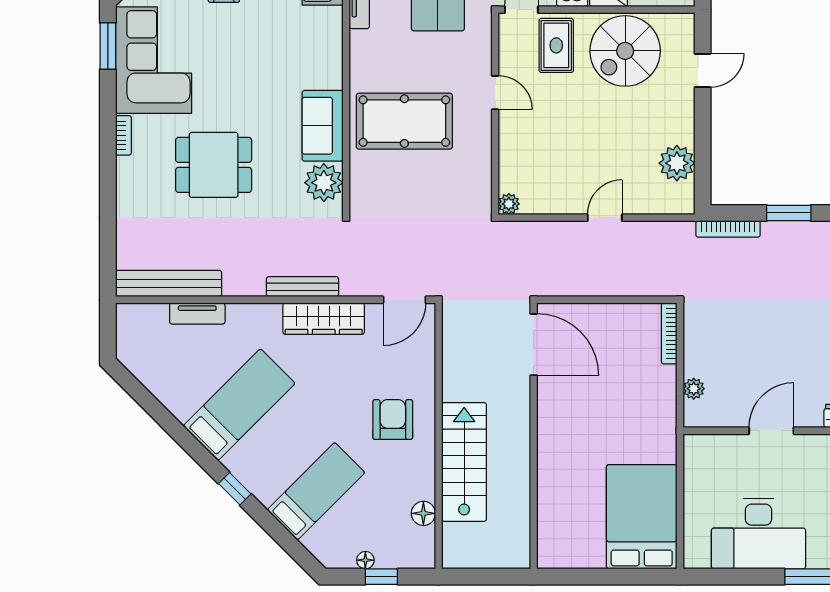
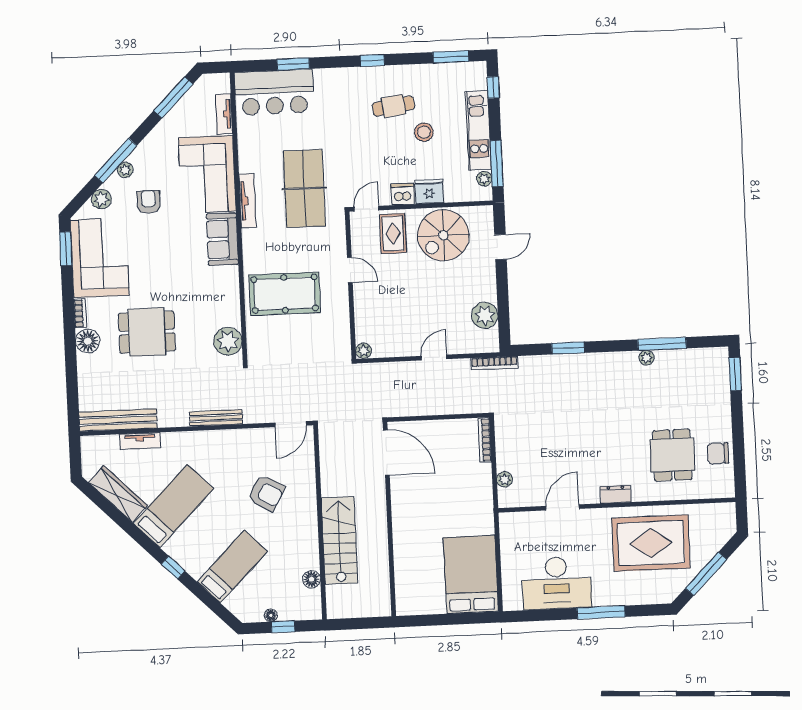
sofa: (323, 126) -> (222, 239), moved
floor lamp: (132, 174) -> (88, 341), added
bookcase: (728, 229) -> (494, 363), moved
wardrobe: (324, 319) -> (118, 494), moved, turned -135
armchair: (393, 420) -> (266, 493), moved, turned 119

